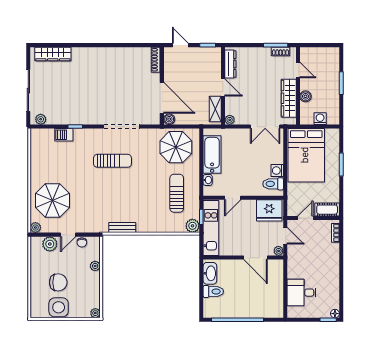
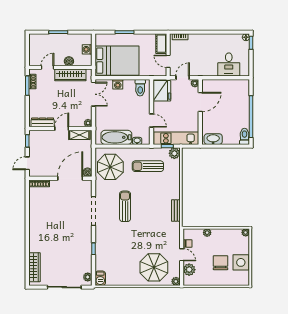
barbecue: (64, 135) -> (100, 278), moved
sun lounger: (112, 161) -> (125, 206), moved
washing machine: (277, 171) -> (118, 84), moved
toilet: (213, 292) -> (244, 136), moved

